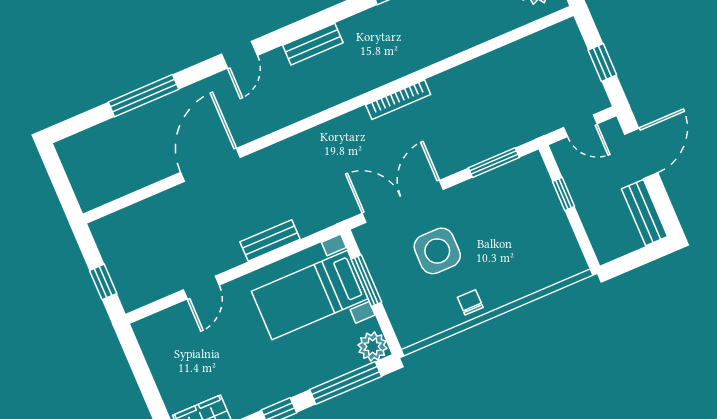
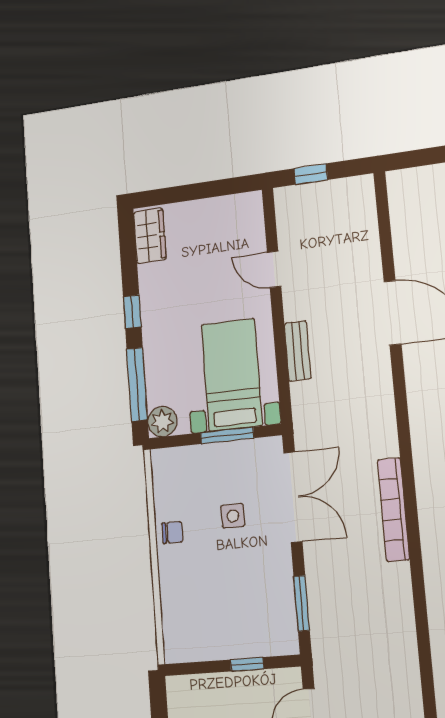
bookcase: (398, 100) -> (393, 509), width x1.48, depth x1.31
side table: (437, 251) -> (233, 516), width x0.54, depth x0.54

